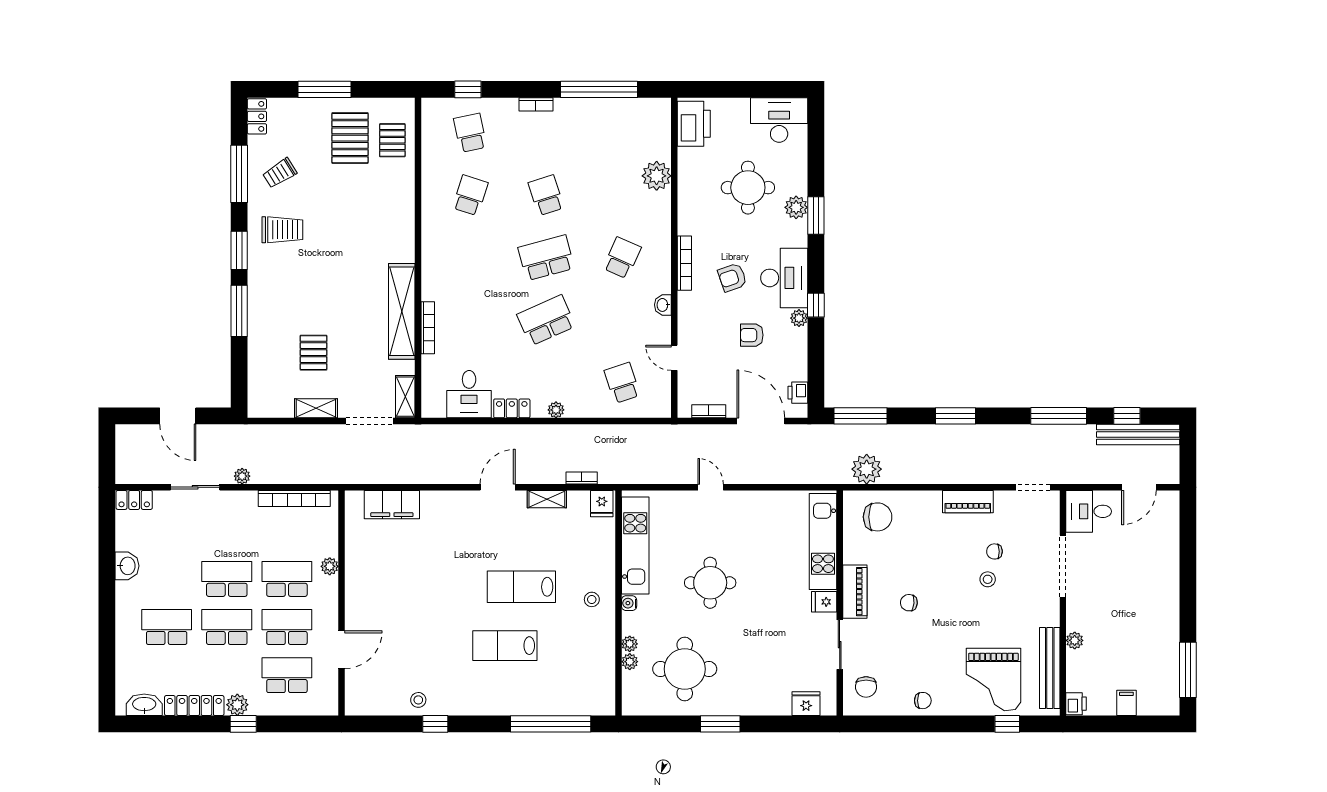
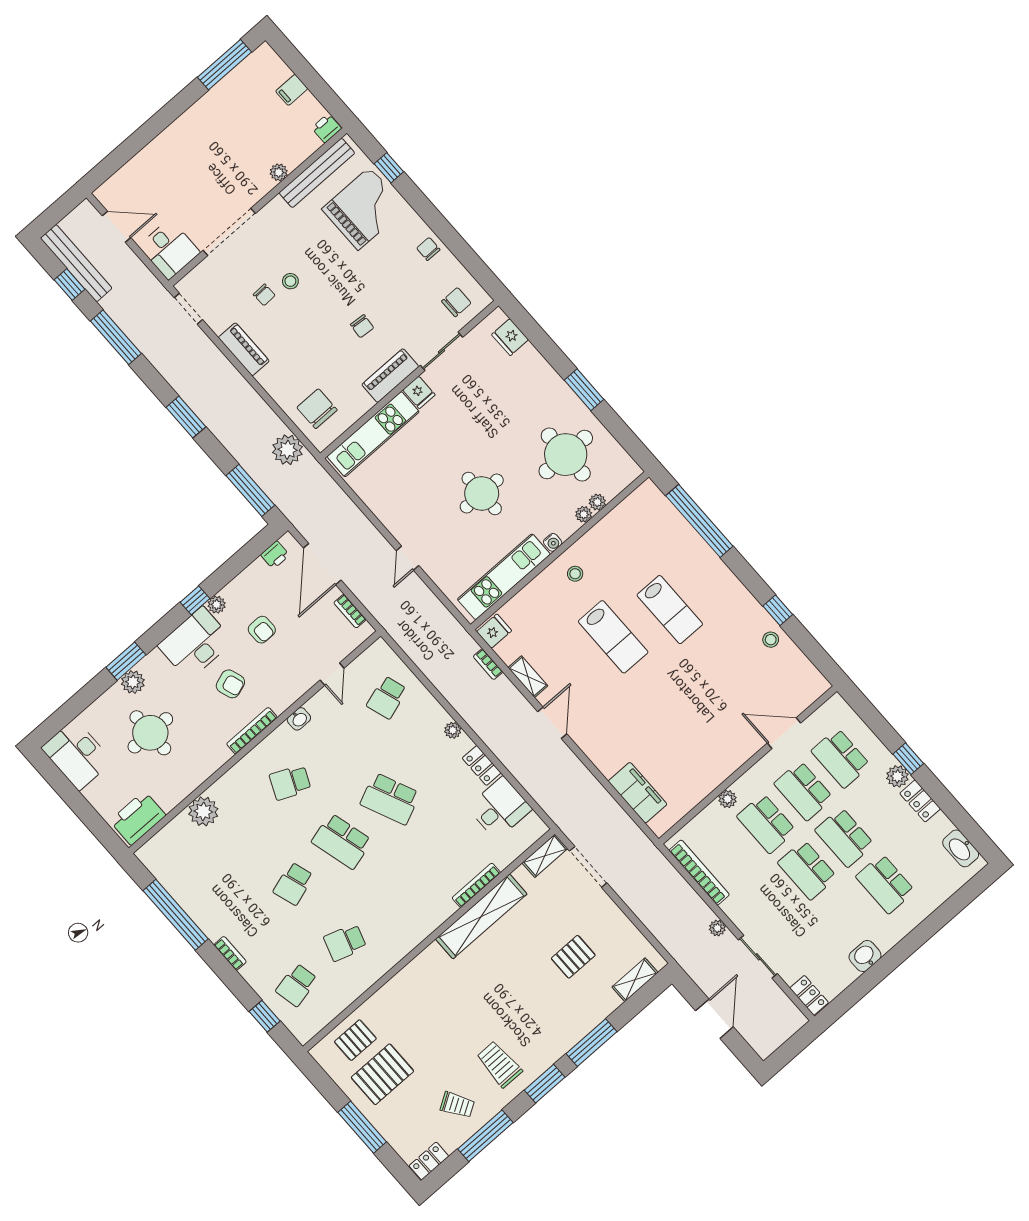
shelving: (316, 408) -> (635, 980), moved, turned 90
door: (498, 487) -> (552, 723), swing flipped
locker: (194, 706) -> (920, 801), width x0.66

